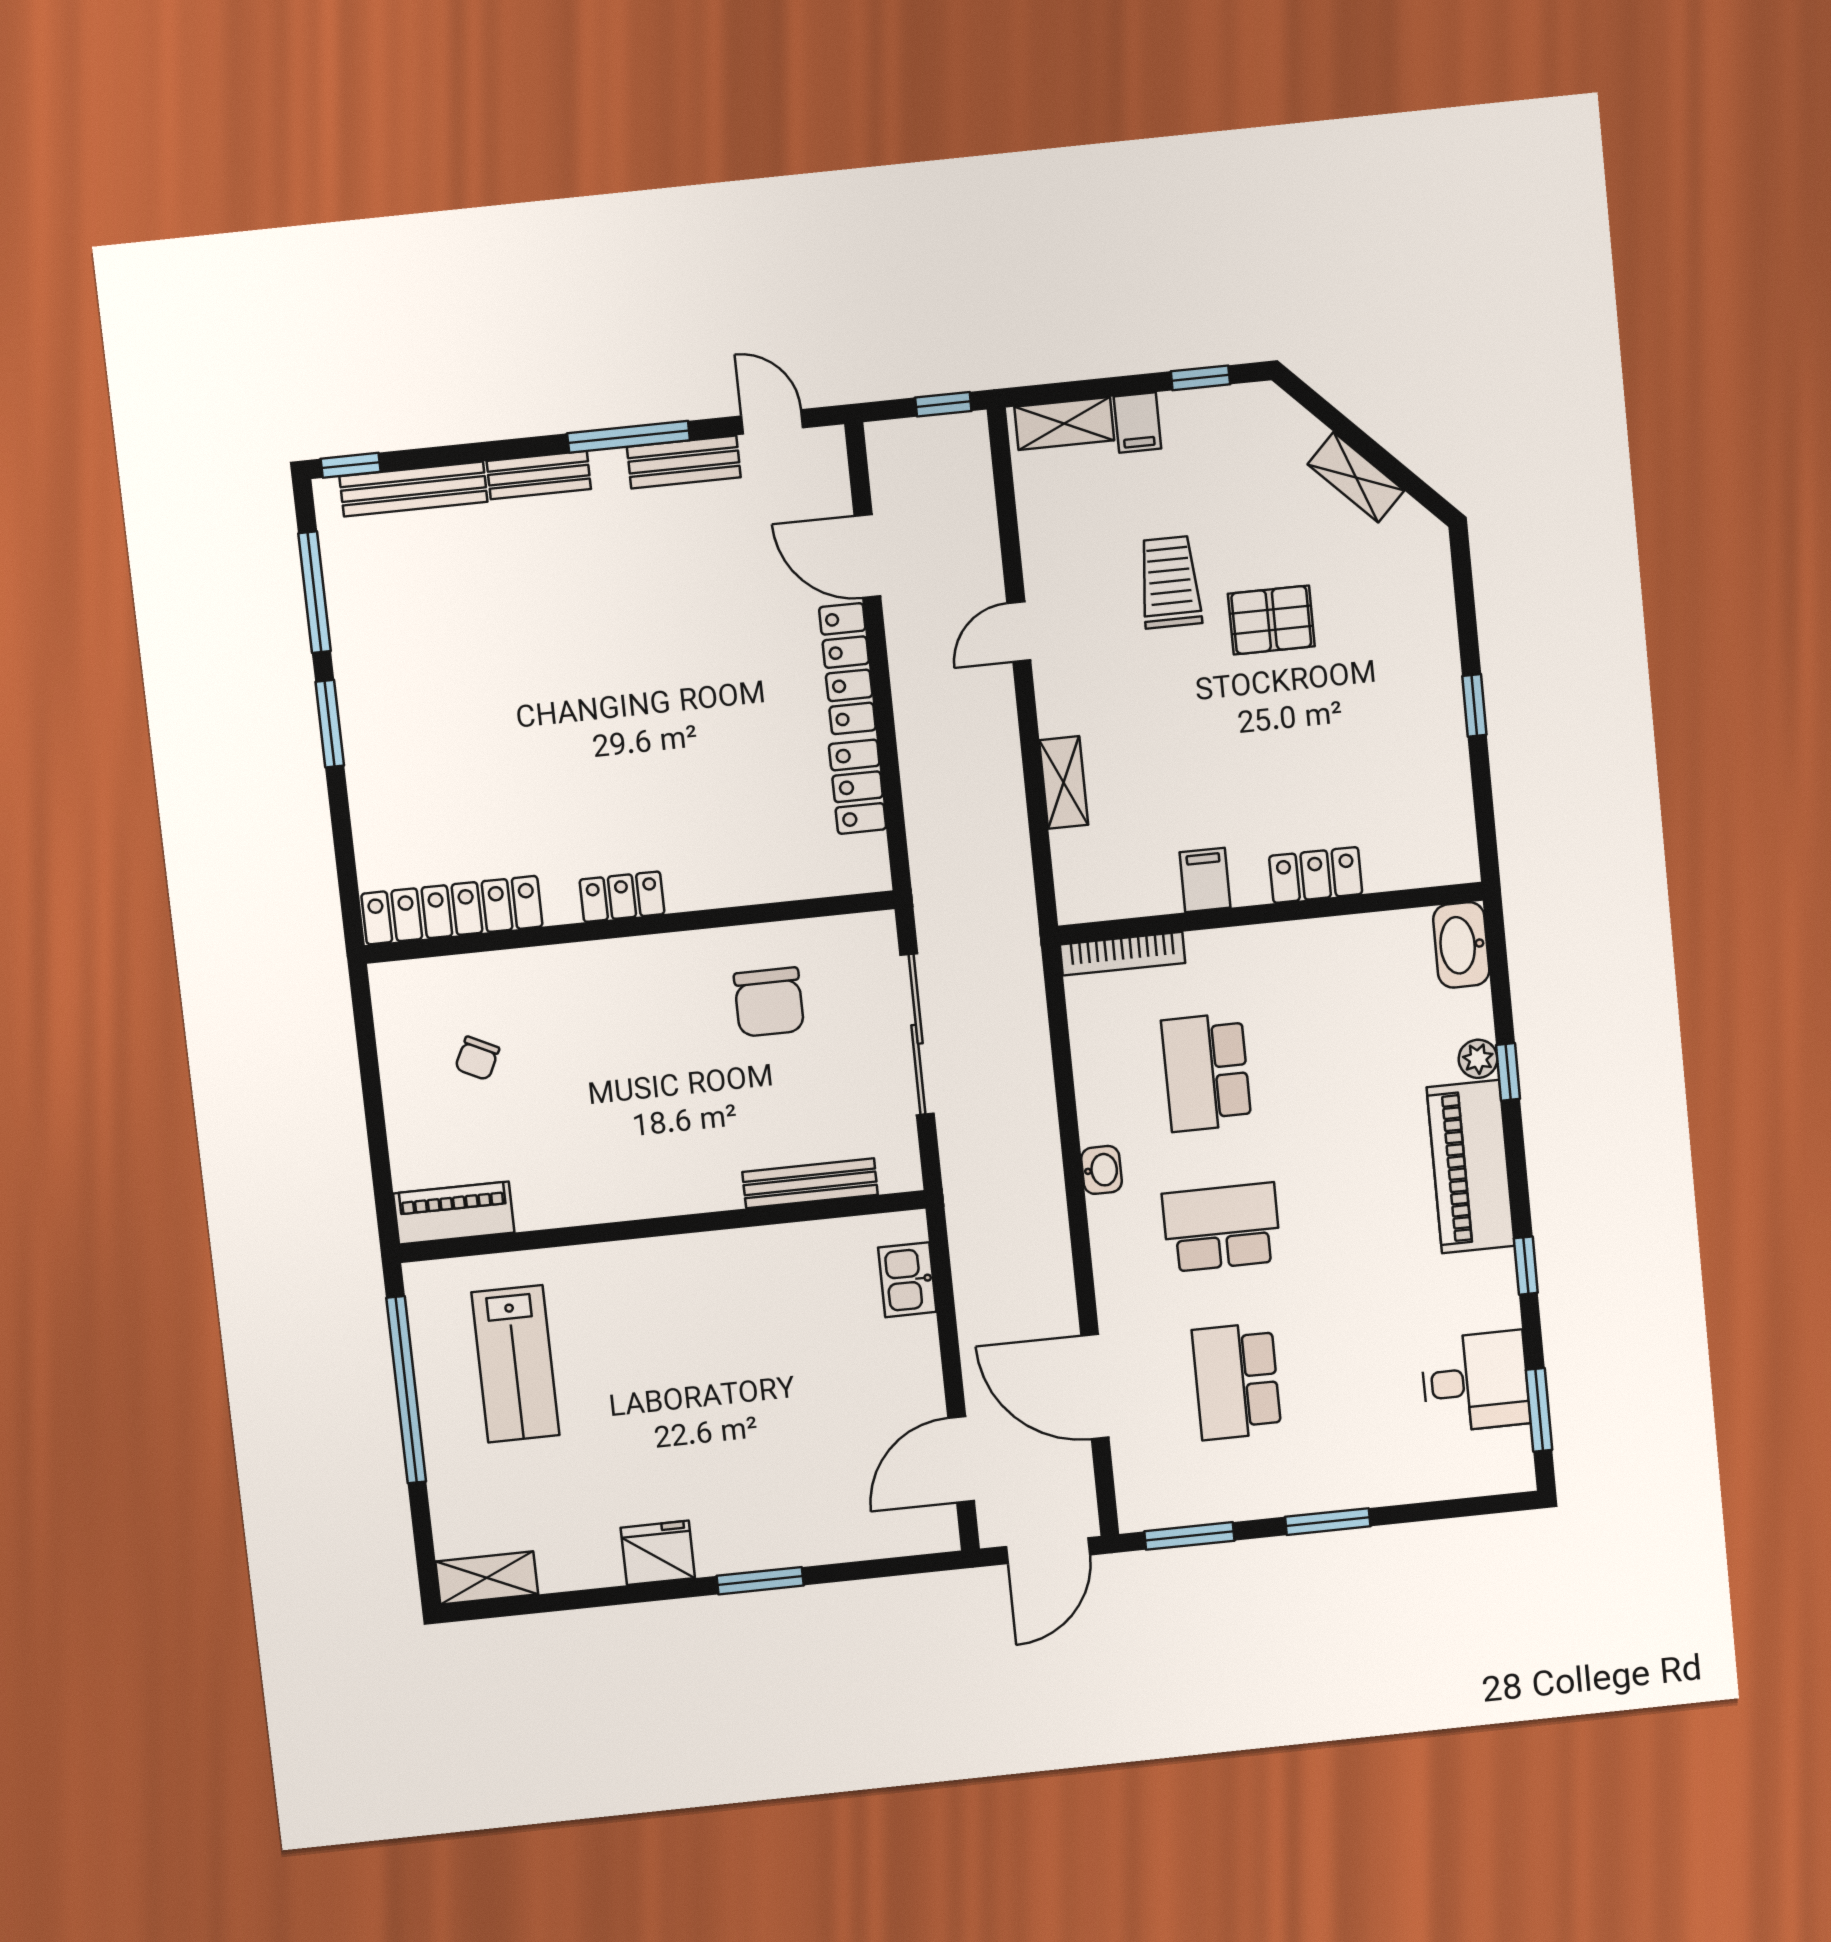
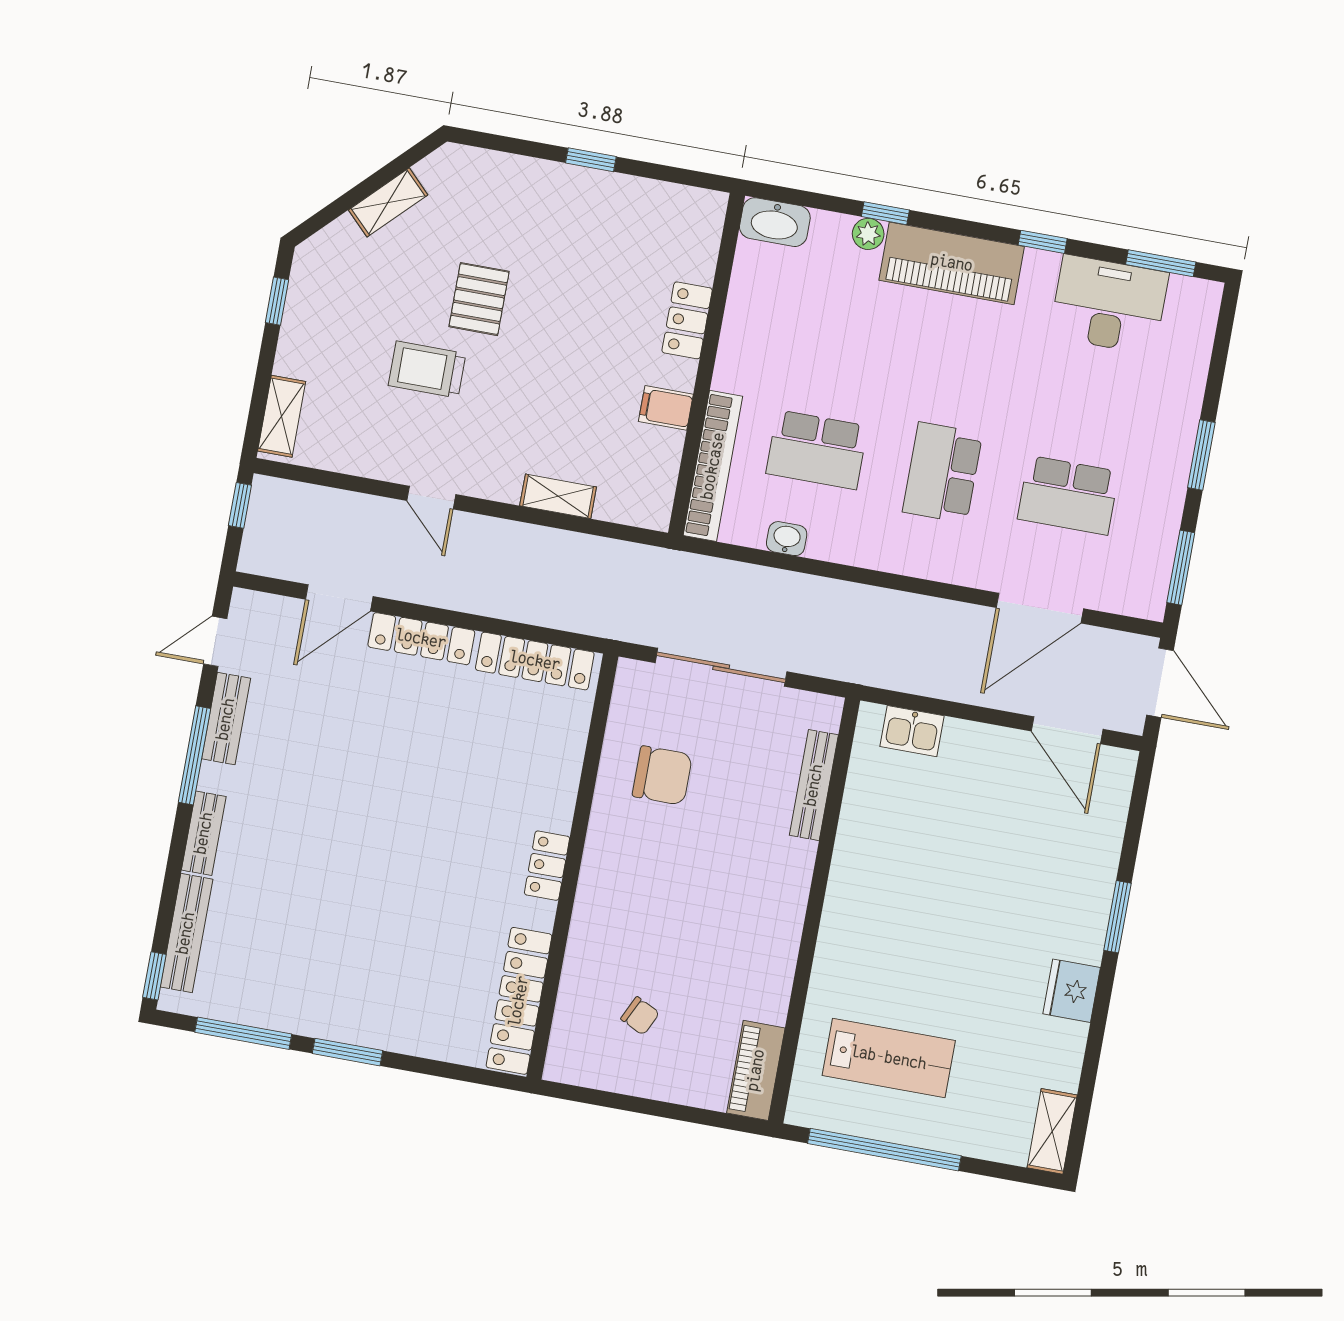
filing cabinet: (1137, 423) -> (297, 360), removed
locker: (858, 787) -> (535, 661), width x1.53
bookcase: (1123, 954) -> (713, 466), width x1.48, depth x1.31
washbasin: (1102, 1170) -> (787, 539), moved
desk: (1475, 1382) -> (1109, 305), width x1.37

